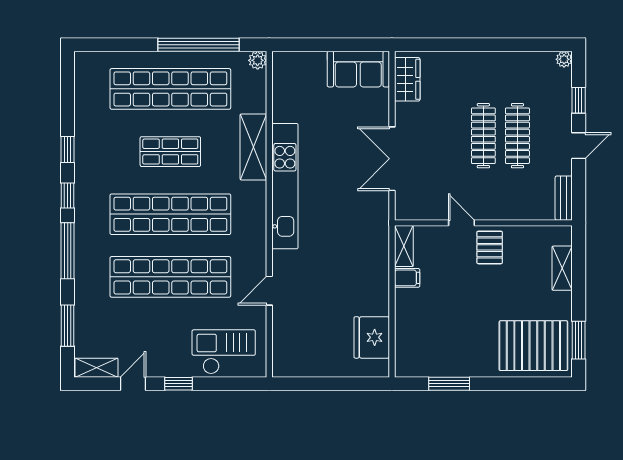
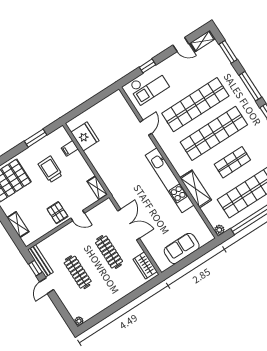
sofa: (358, 69) -> (182, 248), moved
window: (579, 100) -> (35, 268), moved
clothes rail: (483, 136) -> (109, 252), moved
bench: (564, 198) -> (40, 261), width x1.36
filing cabinet: (407, 278) -> (70, 148), moved
trolley: (458, 321) -> (50, 169), added
door: (133, 384) -> (181, 45), hinge flipped
window: (178, 384) -> (148, 66), moved

